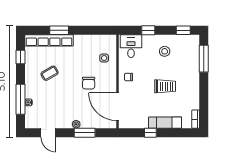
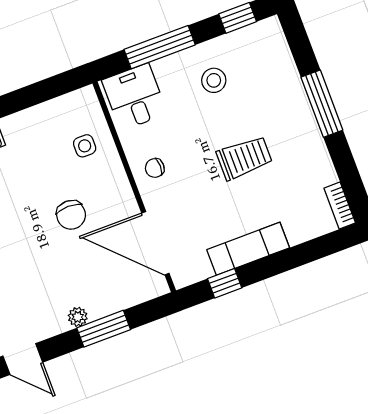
window: (148, 30) -> (160, 47), width x2.17
window: (204, 59) -> (322, 104), moved
exam couch: (165, 123) -> (248, 249), moved
window: (150, 133) -> (225, 283), moved

